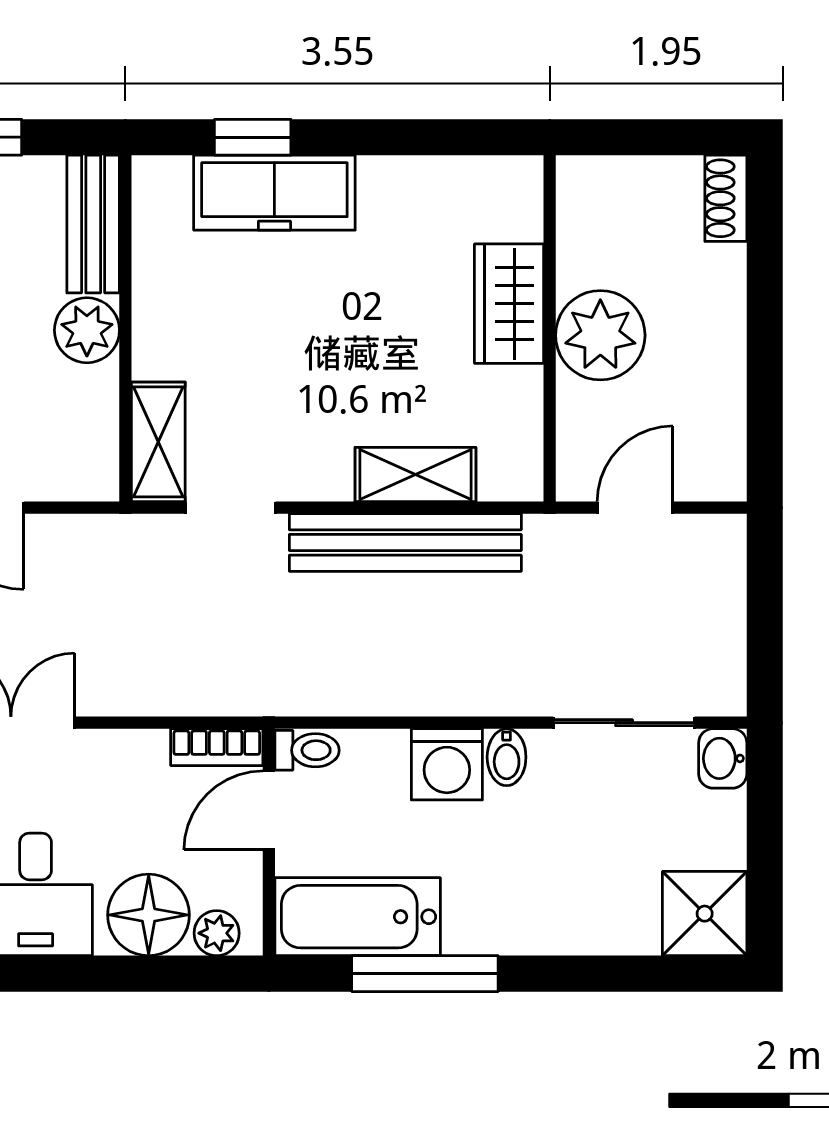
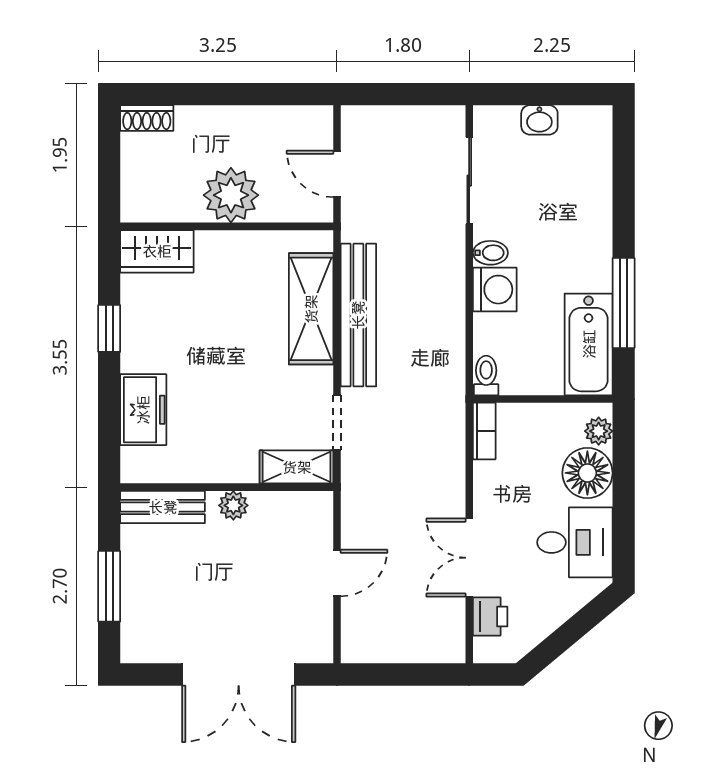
window: (253, 137) -> (109, 328), moved
freezer: (274, 193) -> (143, 410), width x0.71
wardrobe: (509, 304) -> (157, 251), moved
plant: (87, 330) -> (233, 505), width x0.73, depth x0.73
shelving: (415, 474) -> (311, 309), width x1.50, depth x1.33
washbasin: (723, 758) -> (539, 120), moved
door: (269, 810) -> (523, 399), removed
shower: (705, 914) -> (587, 131), removed

